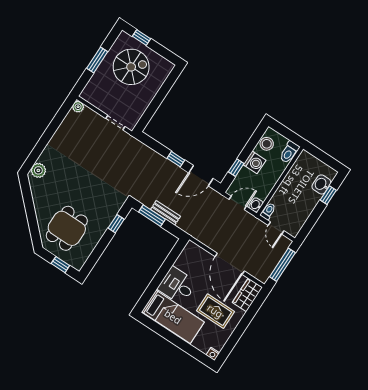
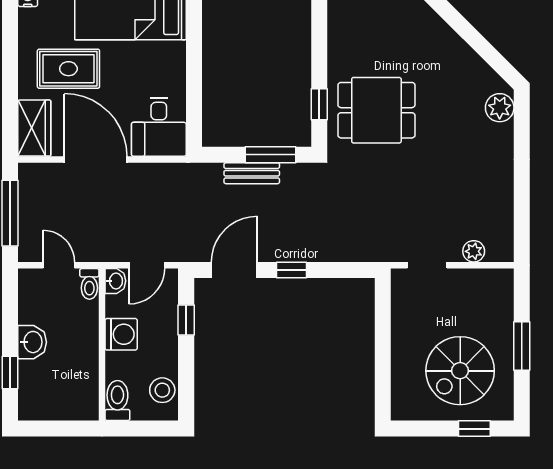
plant: (78, 107) -> (474, 251), moved
washing machine: (255, 162) -> (121, 334), moved, turned 180
washbasin: (321, 184) -> (32, 342), moved
dining table: (67, 228) -> (376, 110), moved, turned 90
desk: (177, 286) -> (159, 127), moved, turned 90

